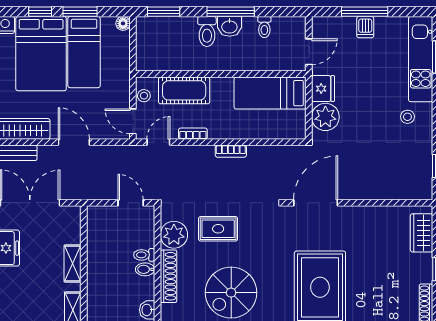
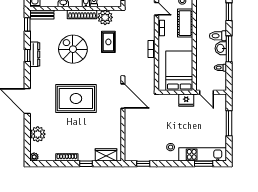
dishwasher: (365, 27) -> (220, 124), removed
bed: (270, 93) -> (179, 71), width x1.50
plant: (325, 117) -> (170, 102), removed

